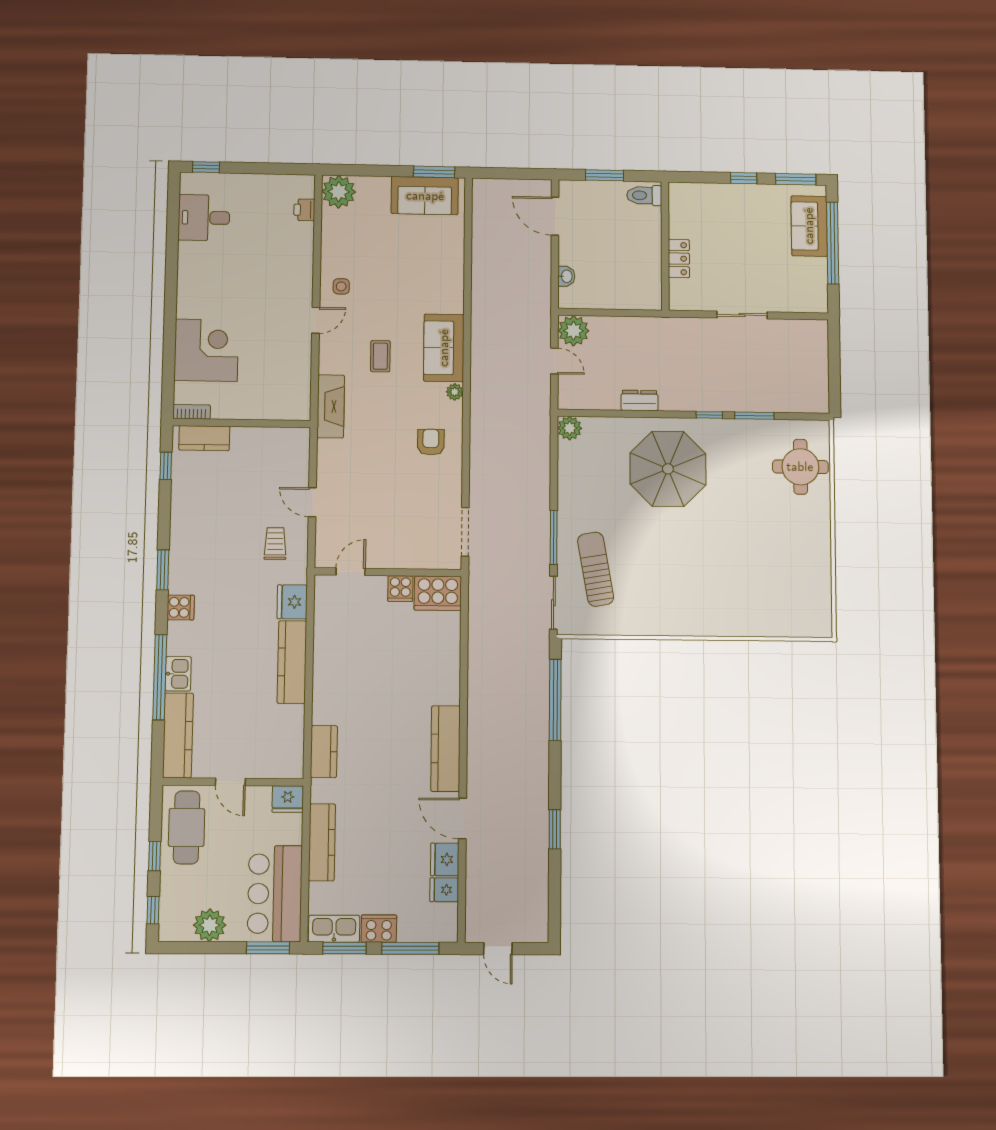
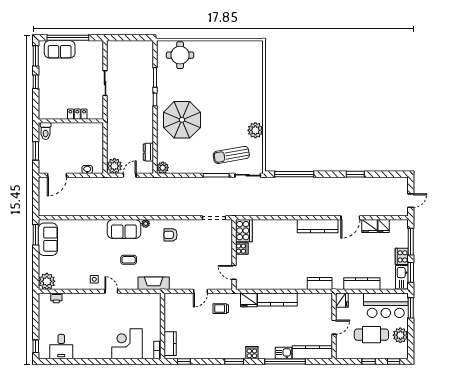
dresser: (639, 400) -> (148, 152), moved
plant: (647, 620) -> (255, 130), added
cafe table: (187, 827) -> (371, 335), moved

